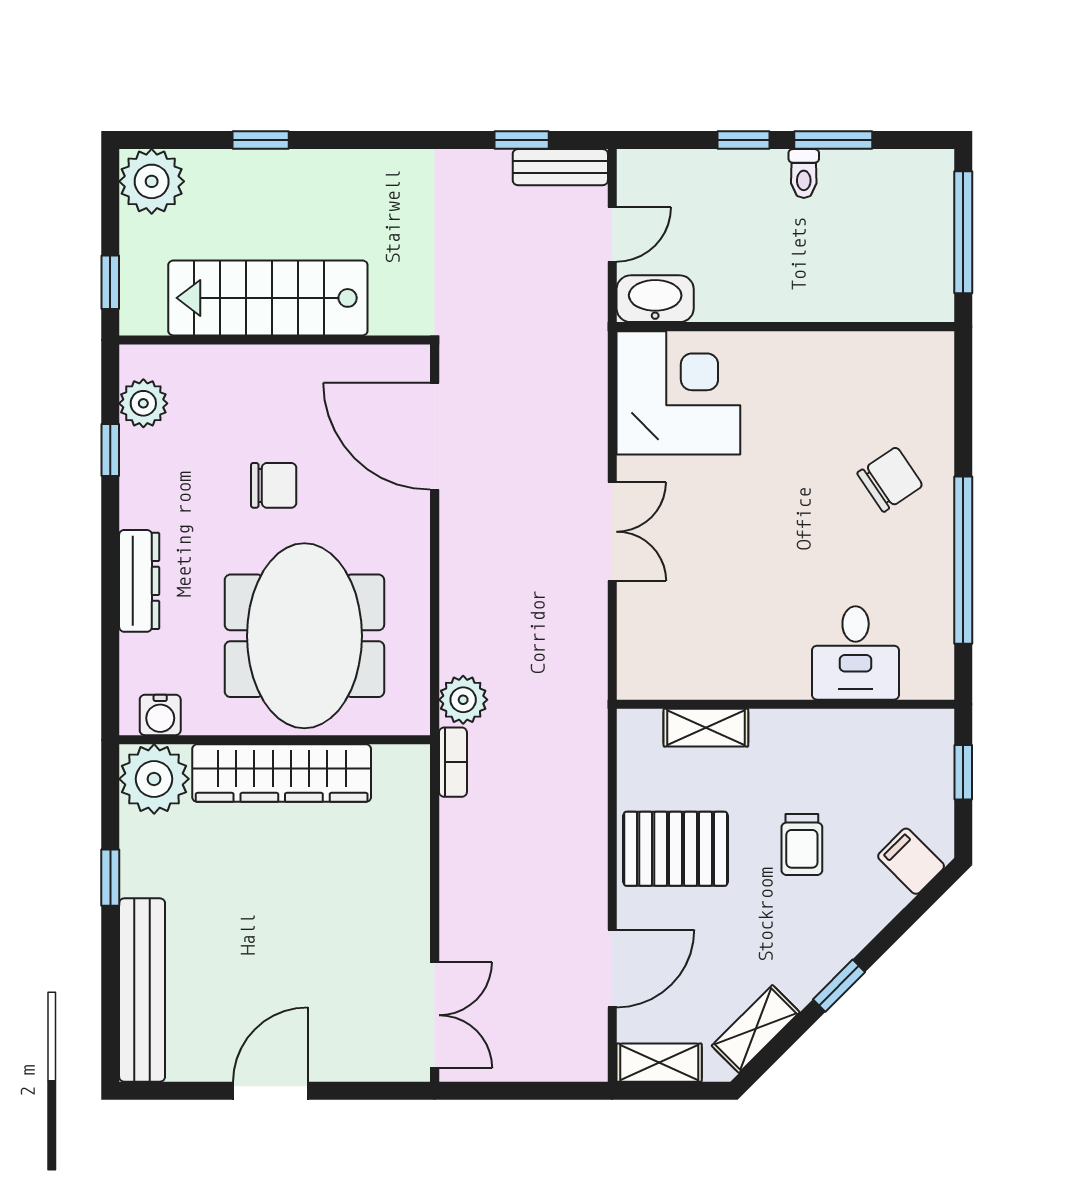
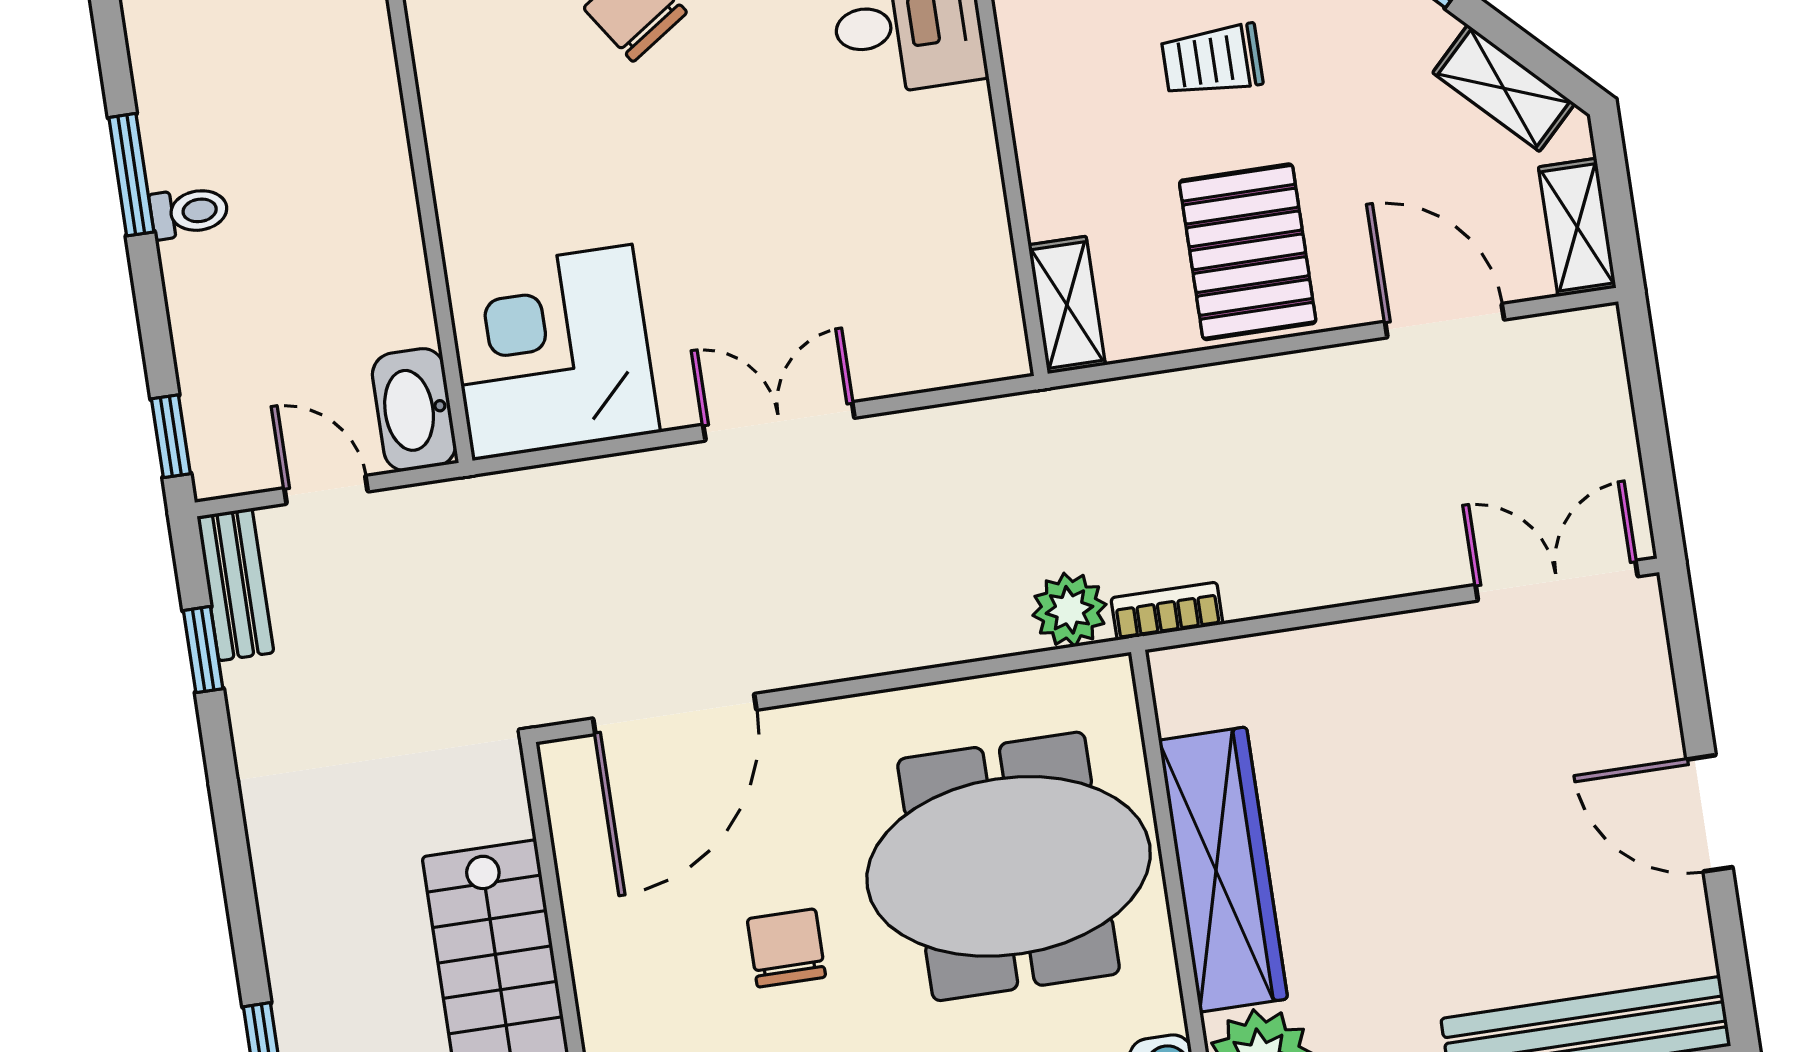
window: (744, 140) -> (171, 436), moved
shelving: (706, 728) -> (1067, 305), moved
trolley: (802, 845) -> (1212, 60), turned 180

